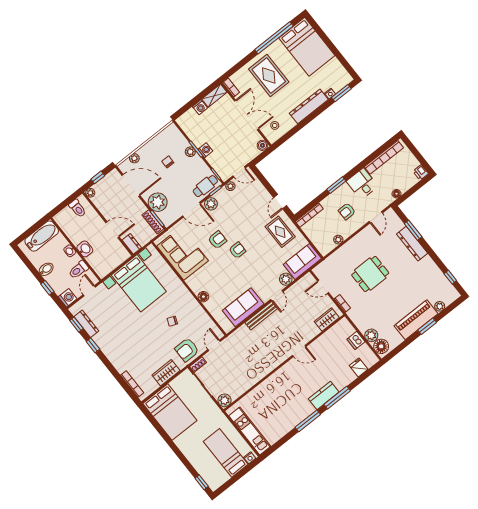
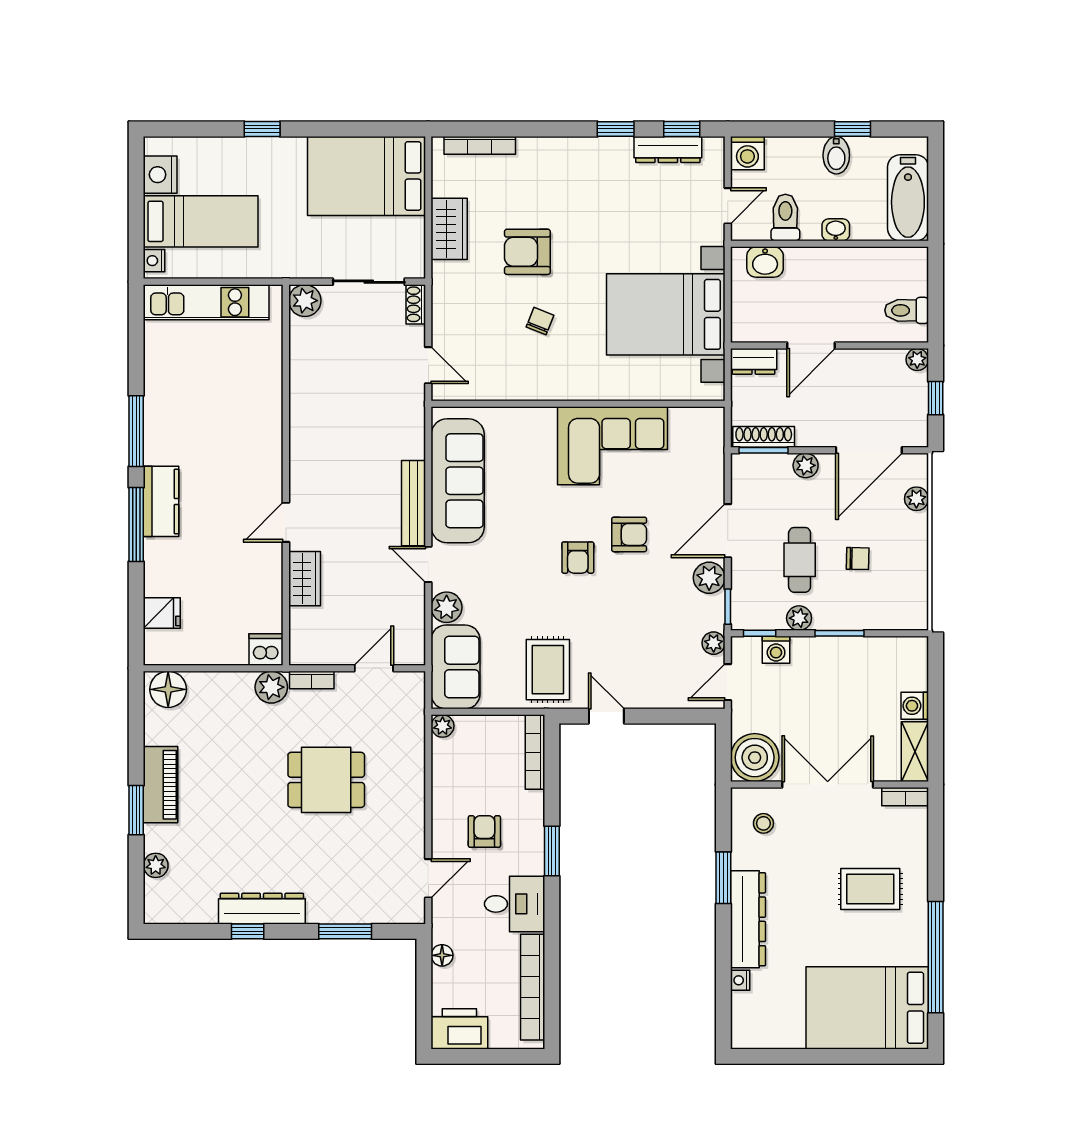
rug: (269, 75) -> (870, 889), width x0.73, depth x0.70
window: (341, 93) -> (723, 878), moved
double door: (246, 115) -> (828, 784), swing flipped
boiler: (262, 145) -> (755, 758), width x1.86, depth x1.86
washing machine: (205, 150) -> (776, 650), moved
plant: (190, 152) -> (799, 618), moved
printer: (421, 172) -> (459, 1029), width x1.87, depth x1.48
cafe table: (205, 186) -> (800, 560), moved
plant: (158, 202) -> (806, 465), width x0.53, depth x0.53
door: (376, 217) -> (428, 878), swing flipped
rug: (280, 232) -> (548, 670), turned 90
armchair: (217, 240) -> (629, 534), turned -90
plant: (338, 240) -> (443, 726), moved
dresser: (412, 244) -> (262, 909), moved
washbasin: (85, 249) -> (765, 262), moved
corner sofa: (183, 253) -> (613, 446), moved
dining table: (370, 274) -> (326, 780), turned 90
window: (450, 277) -> (248, 931), moved
window: (47, 288) -> (853, 129), moved
door: (89, 291) -> (728, 206), hinge flipped
floor lamp: (203, 297) -> (540, 420), removed
sofa: (243, 307) -> (458, 481), width x1.36
wardrobe: (327, 319) -> (305, 579), moved
piano: (416, 320) -> (161, 785), width x0.73, depth x0.75
plant: (371, 335) -> (271, 687), moved
dishwasher: (356, 340) -> (266, 649), moved
armchair: (187, 350) -> (527, 252), moved, turned -90
nightstand: (221, 477) -> (160, 175), added
window: (202, 482) -> (262, 129), moved

